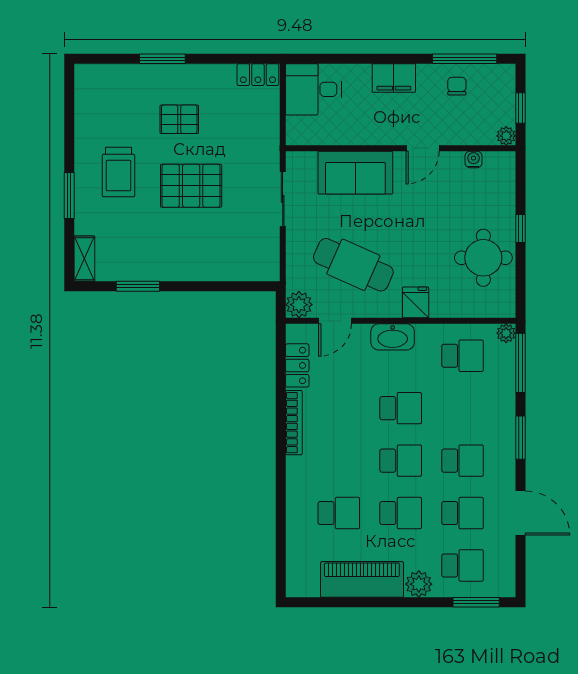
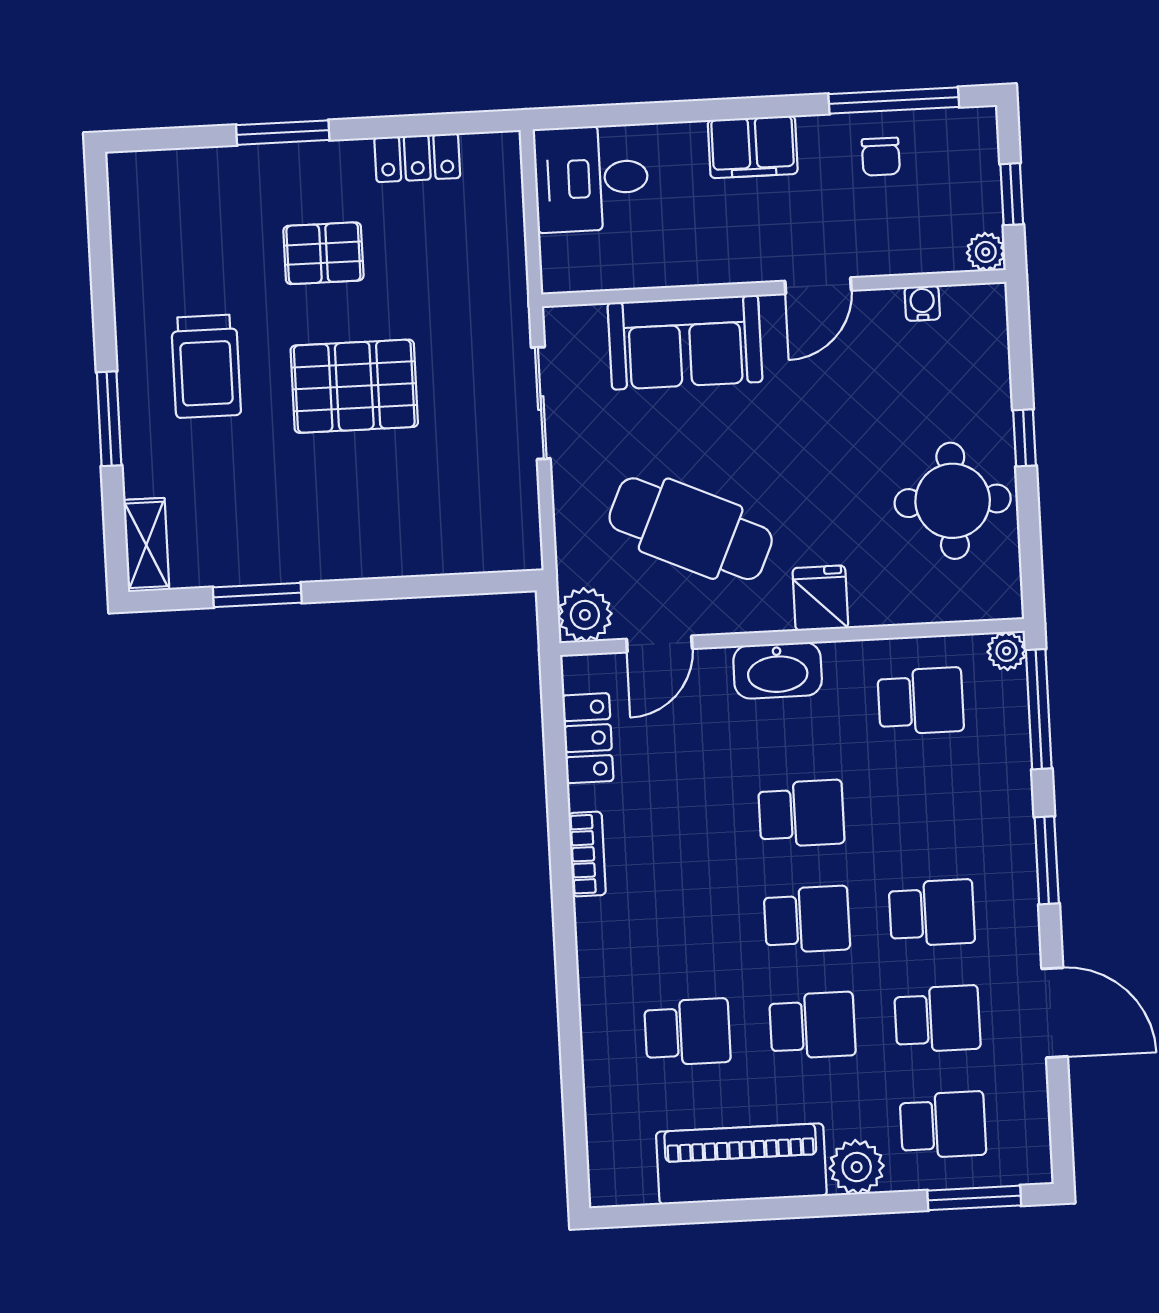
locker: (258, 75) -> (417, 158), moved
chair: (457, 86) -> (881, 157), turned 180
bookcase: (294, 423) -> (587, 854), width x0.64

